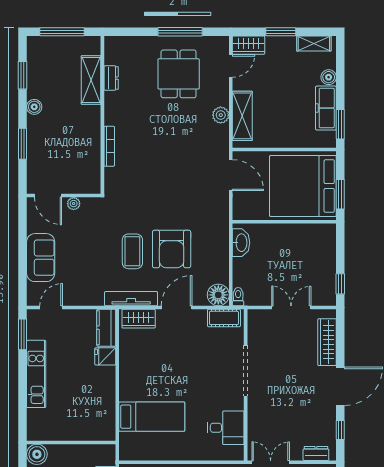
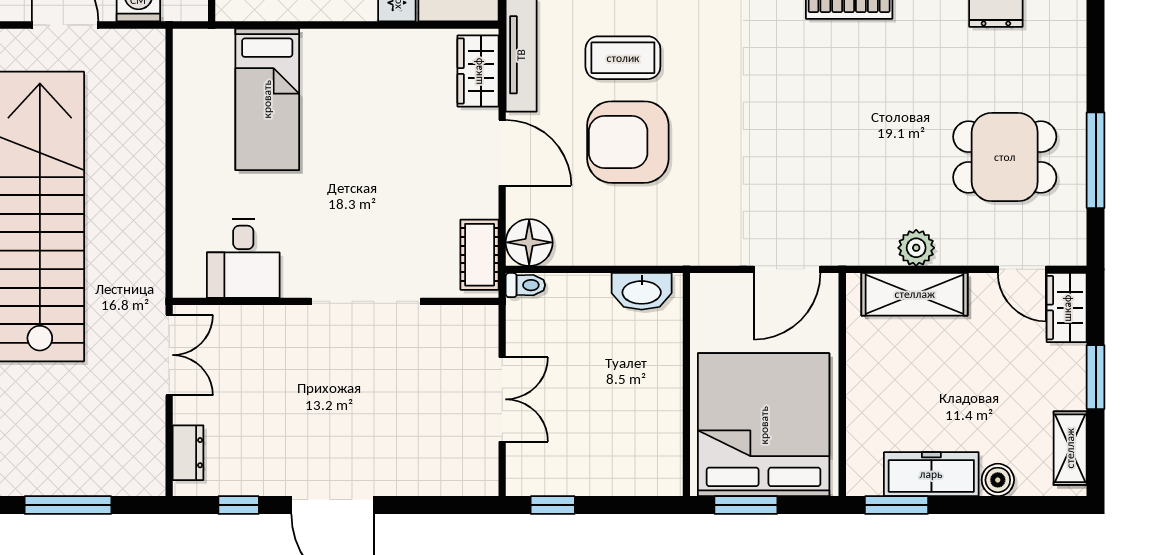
wardrobe: (327, 342) -> (427, 477), removed

